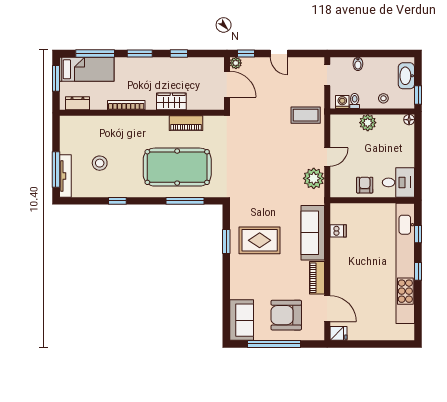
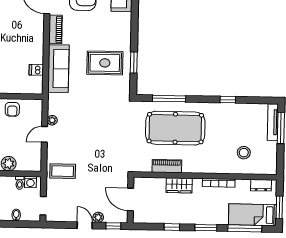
plant: (236, 63) -> (98, 217), moved
stool: (100, 163) -> (244, 153), moved
plant: (314, 178) -> (52, 120), width x0.53, depth x0.53

